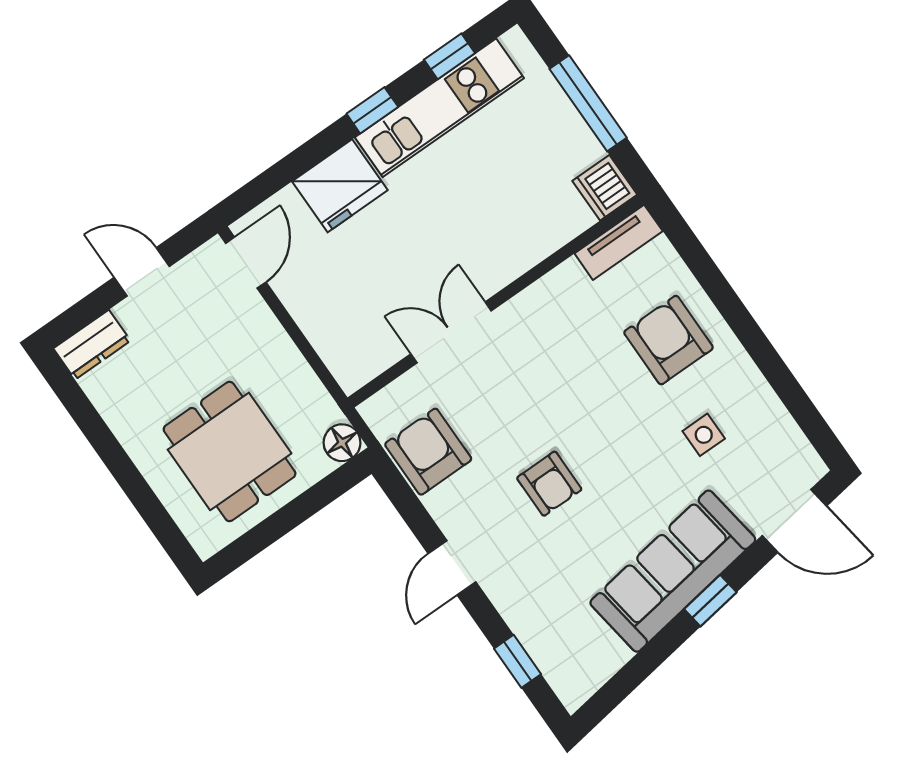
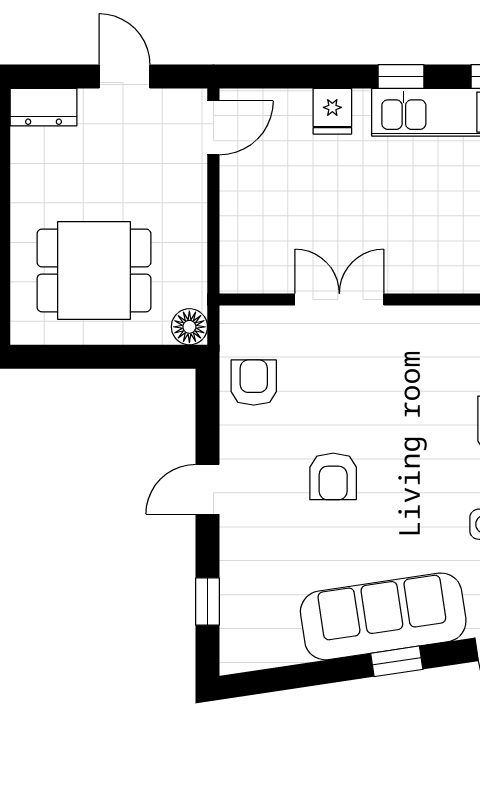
fridge: (340, 186) -> (332, 111), width x0.53, depth x0.75
dining table: (230, 451) -> (94, 270), turned 90
armchair: (428, 452) -> (254, 383), width x0.72, depth x0.72

